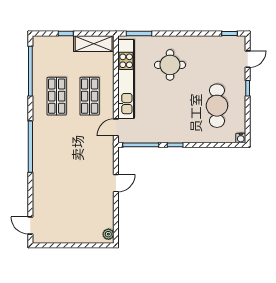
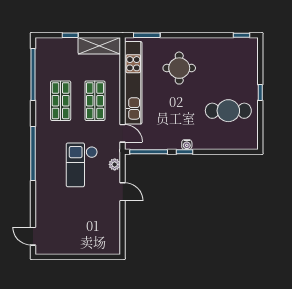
door: (248, 59) -> (260, 62), removed
cafe table: (217, 106) -> (228, 111), turned 90
door: (116, 127) -> (123, 133), swing flipped
water cooler: (241, 138) -> (187, 145), moved
checkout: (77, 157) -> (82, 165), added
door: (116, 183) -> (123, 192), hinge flipped
plant: (108, 234) -> (115, 164), moved

